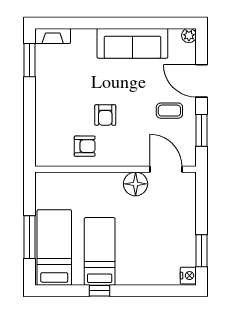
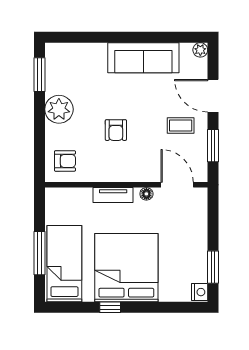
fireplace: (53, 36) -> (63, 50), removed
plant: (49, 94) -> (59, 109), added
armchair: (85, 146) -> (65, 161), moved
tv unit: (102, 179) -> (113, 195), added
floor lamp: (136, 184) -> (146, 194), width x0.53, depth x0.53
bed: (100, 251) -> (126, 268), width x2.04

